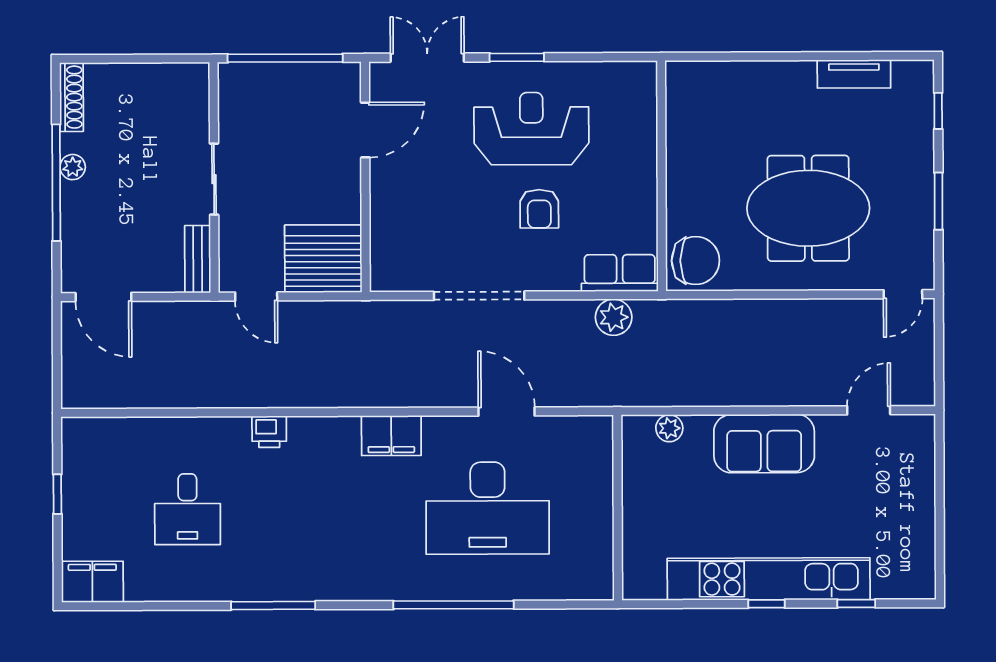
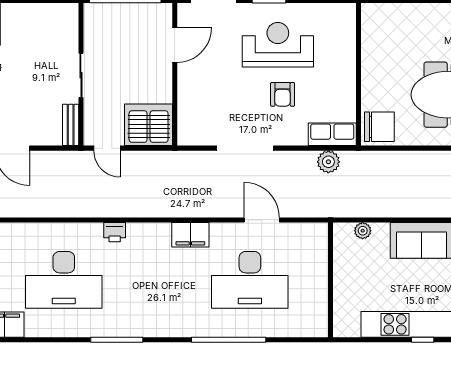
desk: (187, 509) -> (64, 280), width x1.87, depth x1.30

